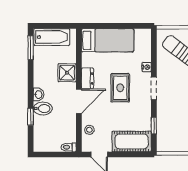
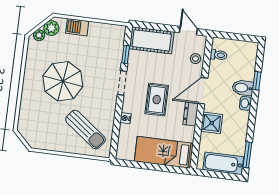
doorway: (154, 88) -> (122, 83), moved
toilet: (69, 147) -> (219, 55), moved

